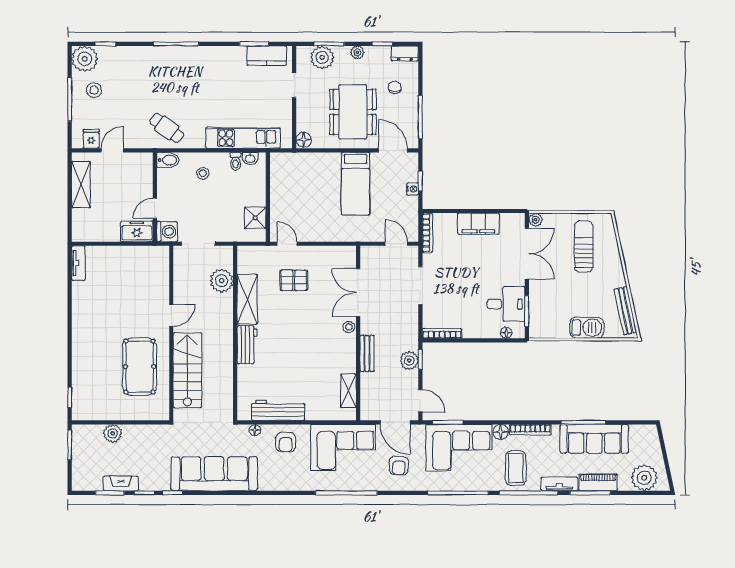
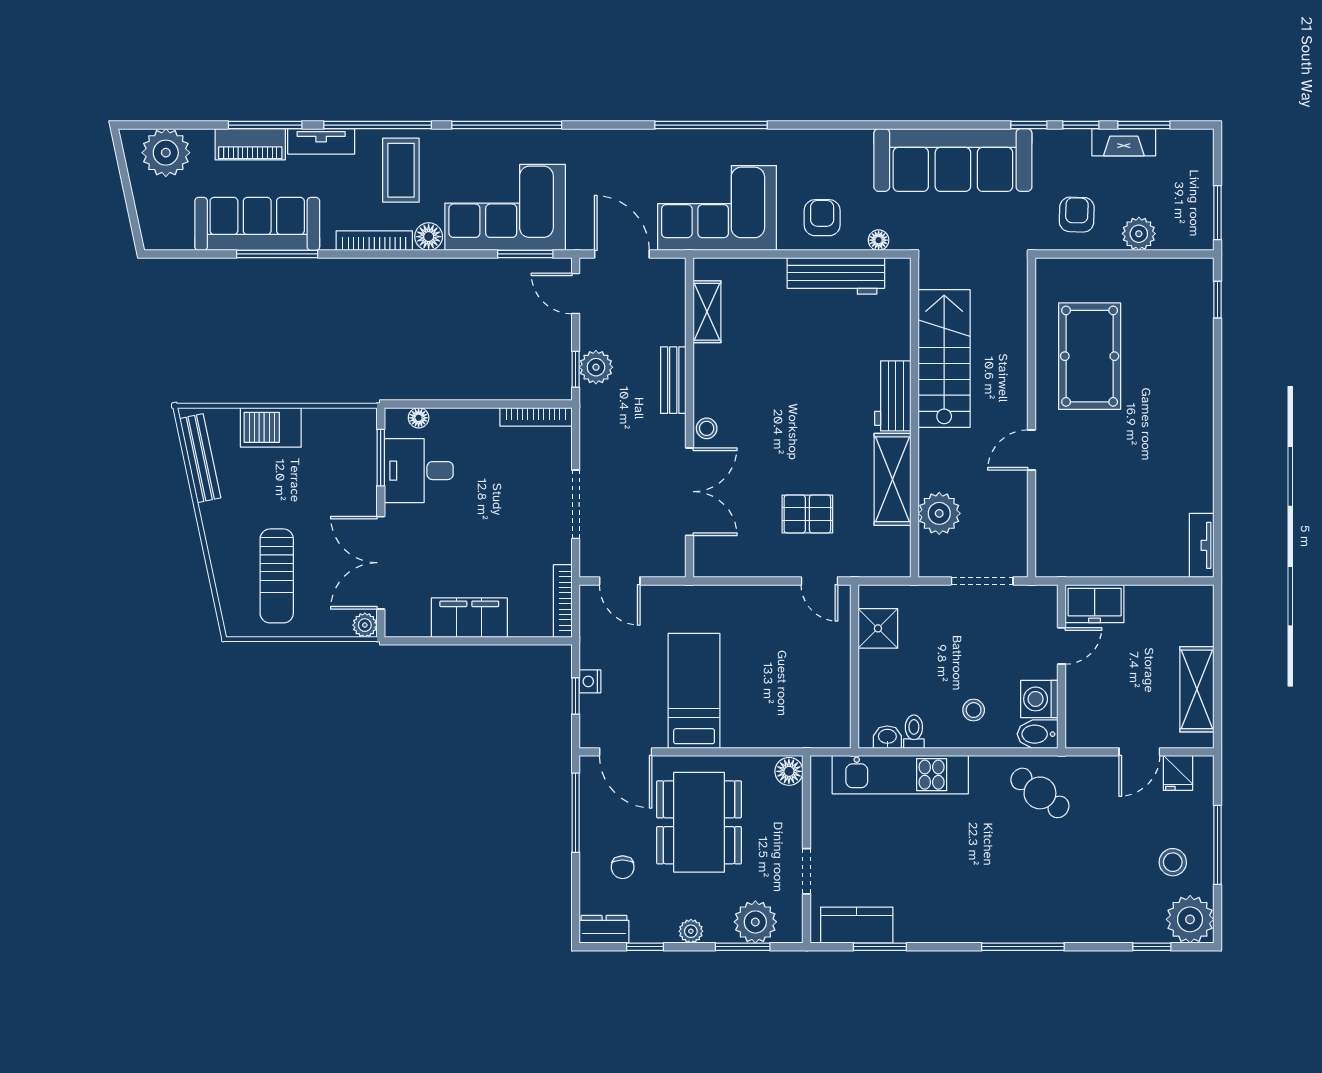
washing machine: (167, 232) -> (1039, 699), moved
stairs: (187, 370) -> (944, 359), moved, turned 180
armchair: (399, 466) -> (1077, 215), moved

